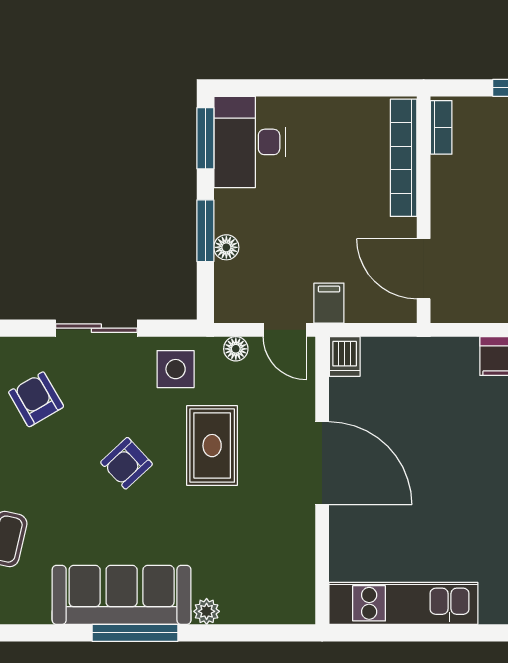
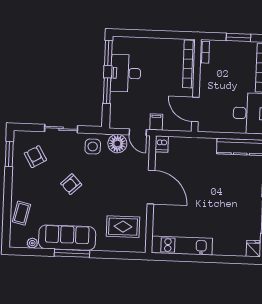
desk: (250, 142) -> (126, 73), moved
floor lamp: (226, 247) -> (115, 98), removed
floor lamp: (236, 349) -> (117, 144), width x1.89, depth x1.89
rug: (212, 446) -> (123, 227), moved, turned 90
plant: (207, 611) -> (32, 243), moved

